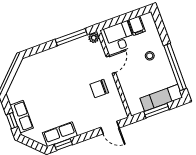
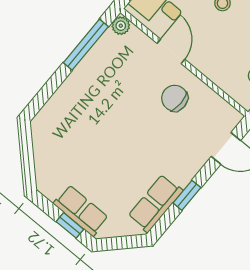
chair: (99, 88) -> (175, 98), turned 90
window: (63, 145) -> (187, 195), moved

